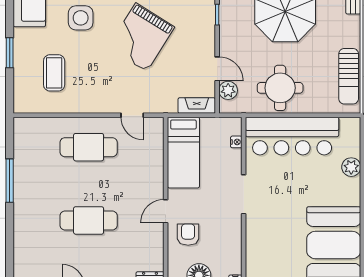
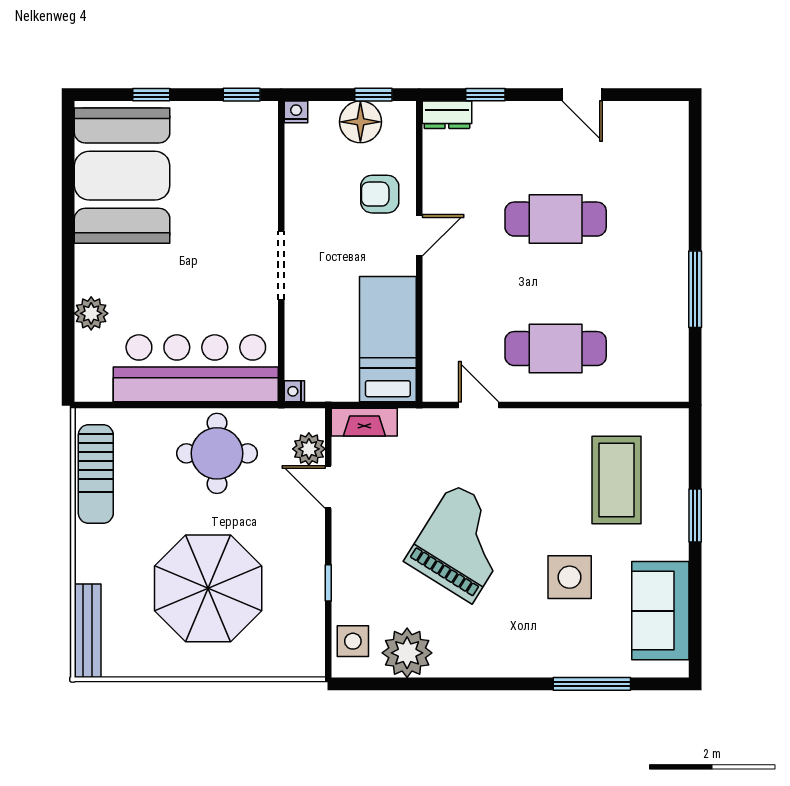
coffee table: (54, 73) -> (616, 480), width x1.36, depth x1.32
sun lounger: (349, 76) -> (96, 474), turned 180
nightstand: (236, 142) -> (294, 391), moved
armchair: (188, 235) -> (380, 194), turned 90

